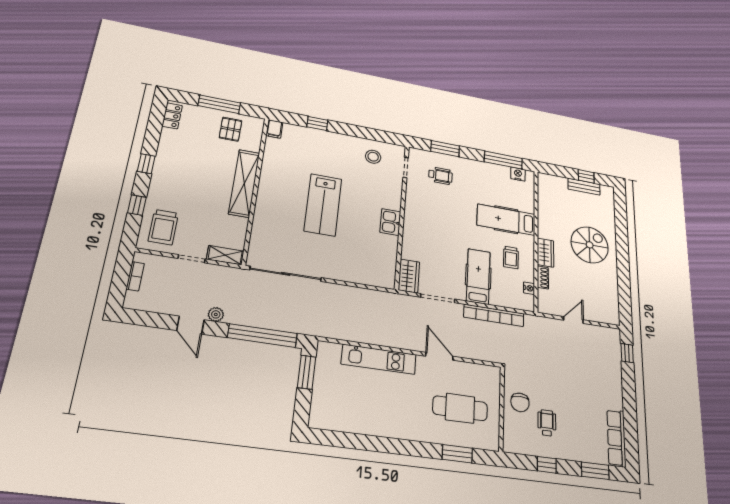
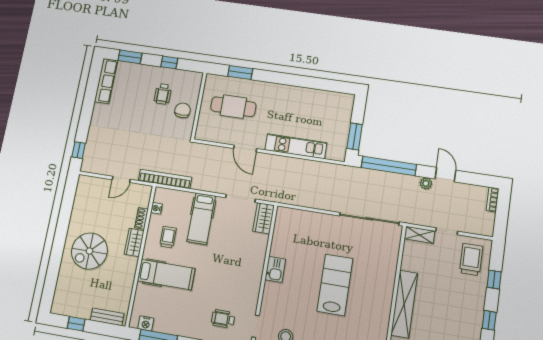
bench: (584, 187) -> (107, 317), moved
bookcase: (135, 276) -> (493, 200), moved
bookcase: (494, 315) -> (165, 179), moved

